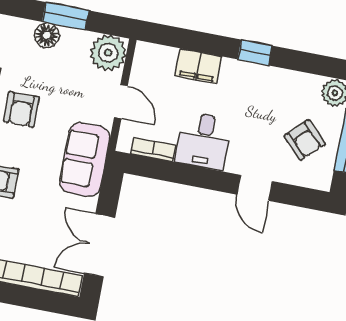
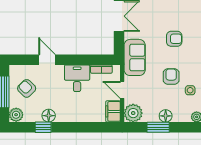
window: (255, 53) -> (43, 127), moved
filing cabinet: (198, 66) -> (113, 111), moved, turned -90
floor lamp: (272, 79) -> (49, 116), added

